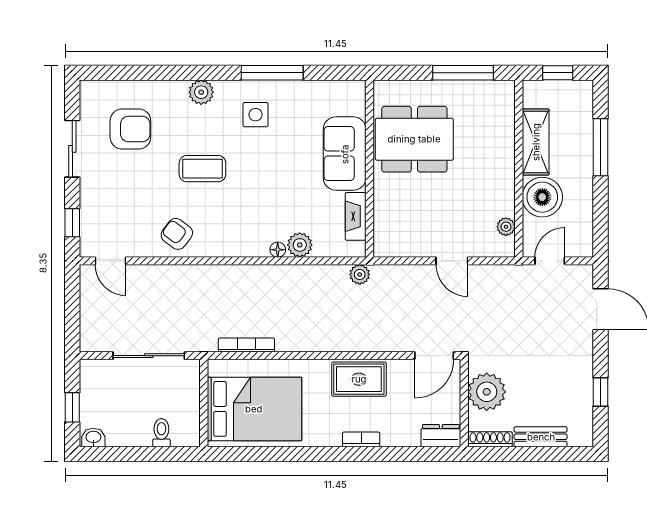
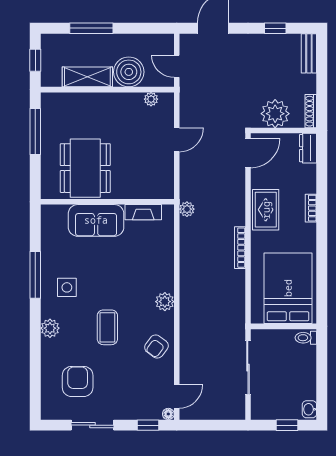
plant: (300, 245) -> (165, 302), moved
floor lamp: (278, 250) -> (168, 414), moved
bookcase: (246, 345) -> (240, 248), moved
door: (434, 356) -> (248, 153), hinge flipped
toilet: (161, 433) -> (306, 338), moved
bench: (541, 437) -> (309, 53), moved

